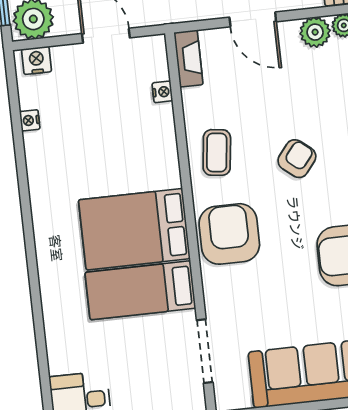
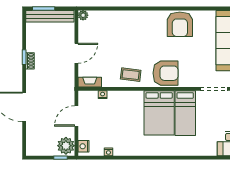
plant: (315, 32) -> (85, 28), removed
armchair: (297, 159) -> (137, 41), removed
armchair: (229, 234) -> (166, 73), turned 180

